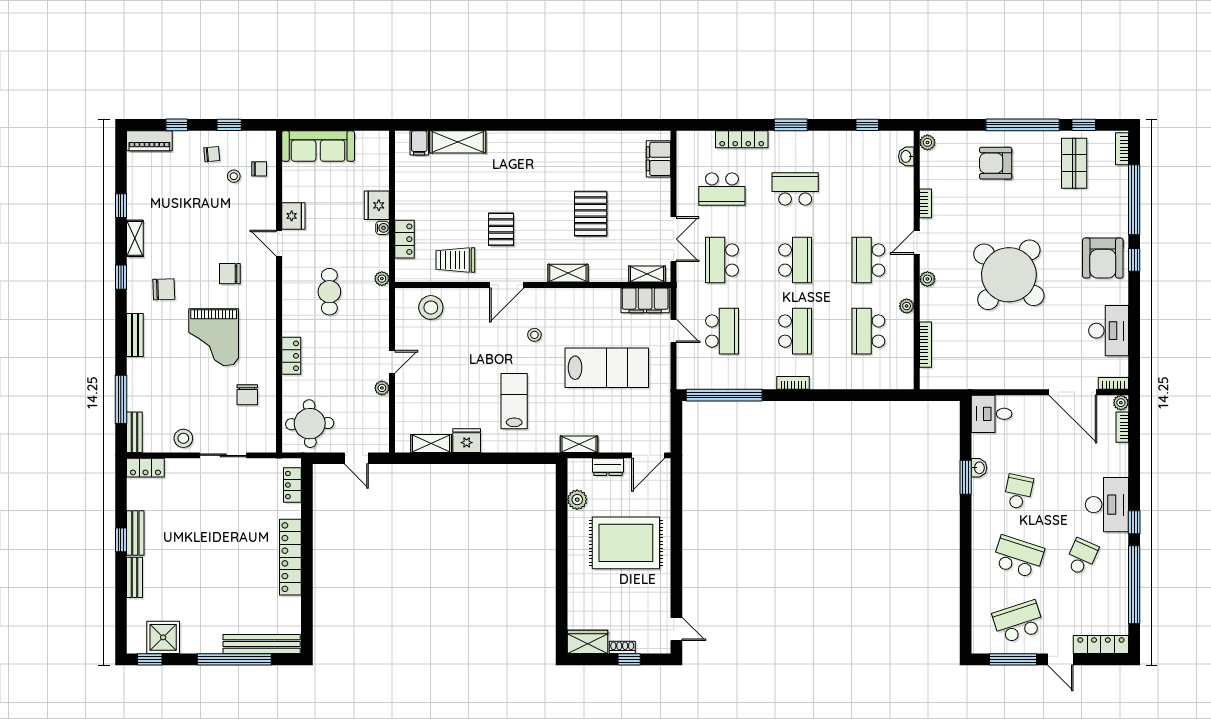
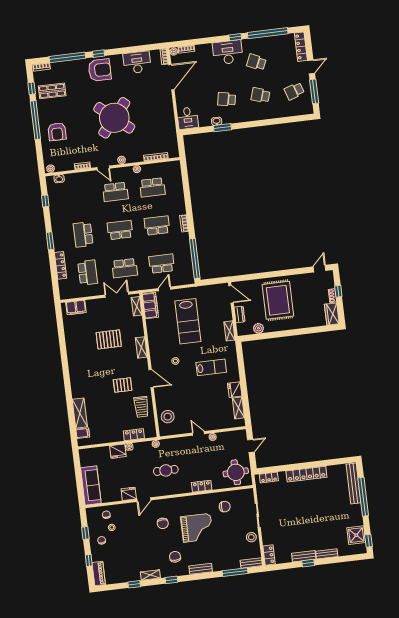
lab bench: (607, 368) -> (188, 321), turned 180
lab bench: (514, 401) -> (211, 367), turned 180
school desk: (1018, 557) -> (260, 95), width x0.54
school desk: (1018, 622) -> (294, 91), width x0.54

